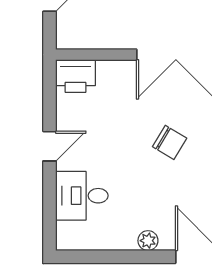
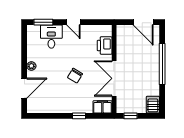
printer: (75, 76) -> (105, 46), moved
window: (49, 213) -> (43, 22), added

